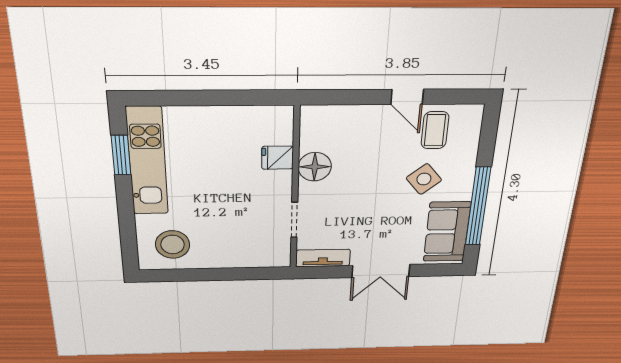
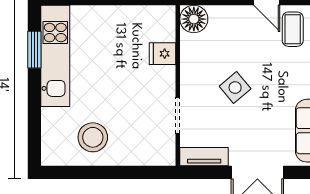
floor lamp: (315, 167) -> (194, 19), moved
side table: (424, 179) -> (235, 88), moved
stool: (173, 245) -> (93, 137), moved

